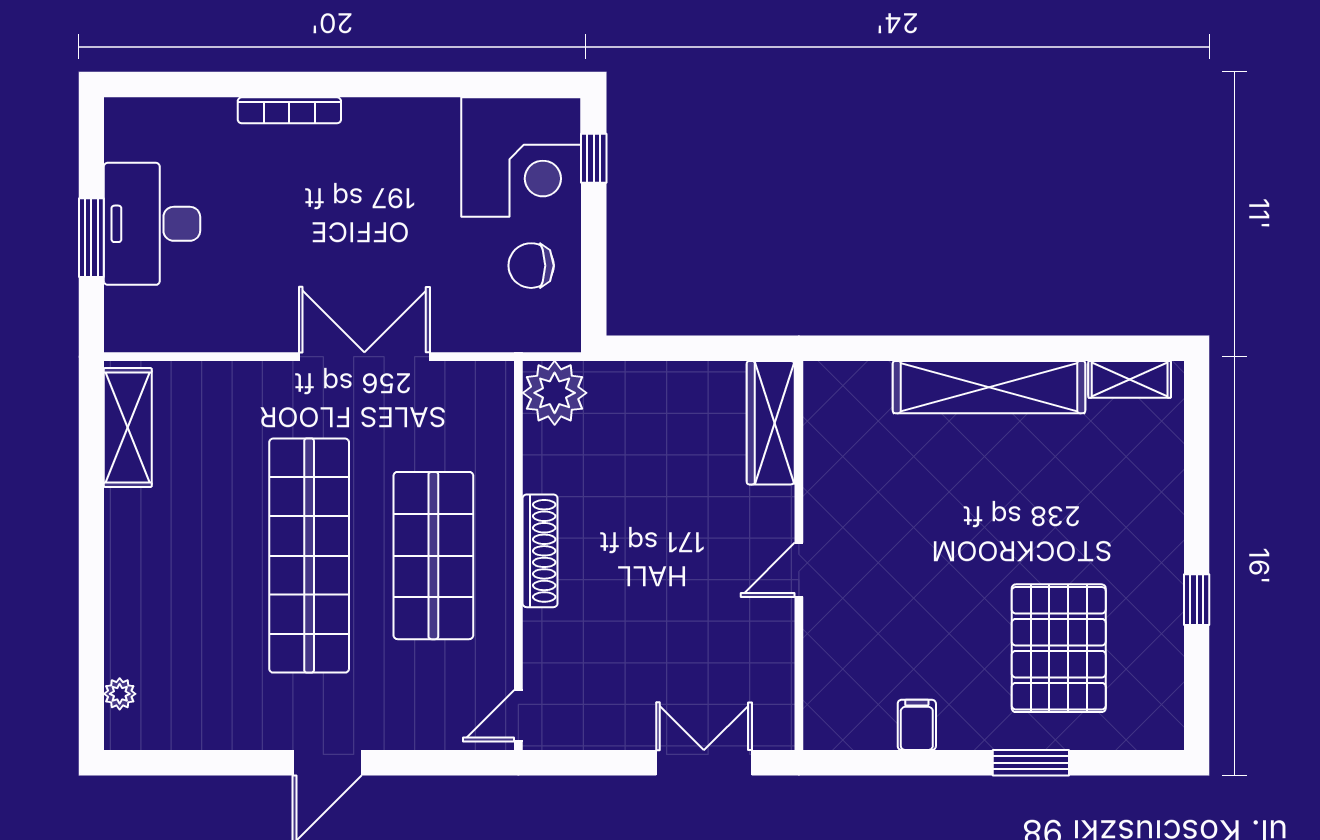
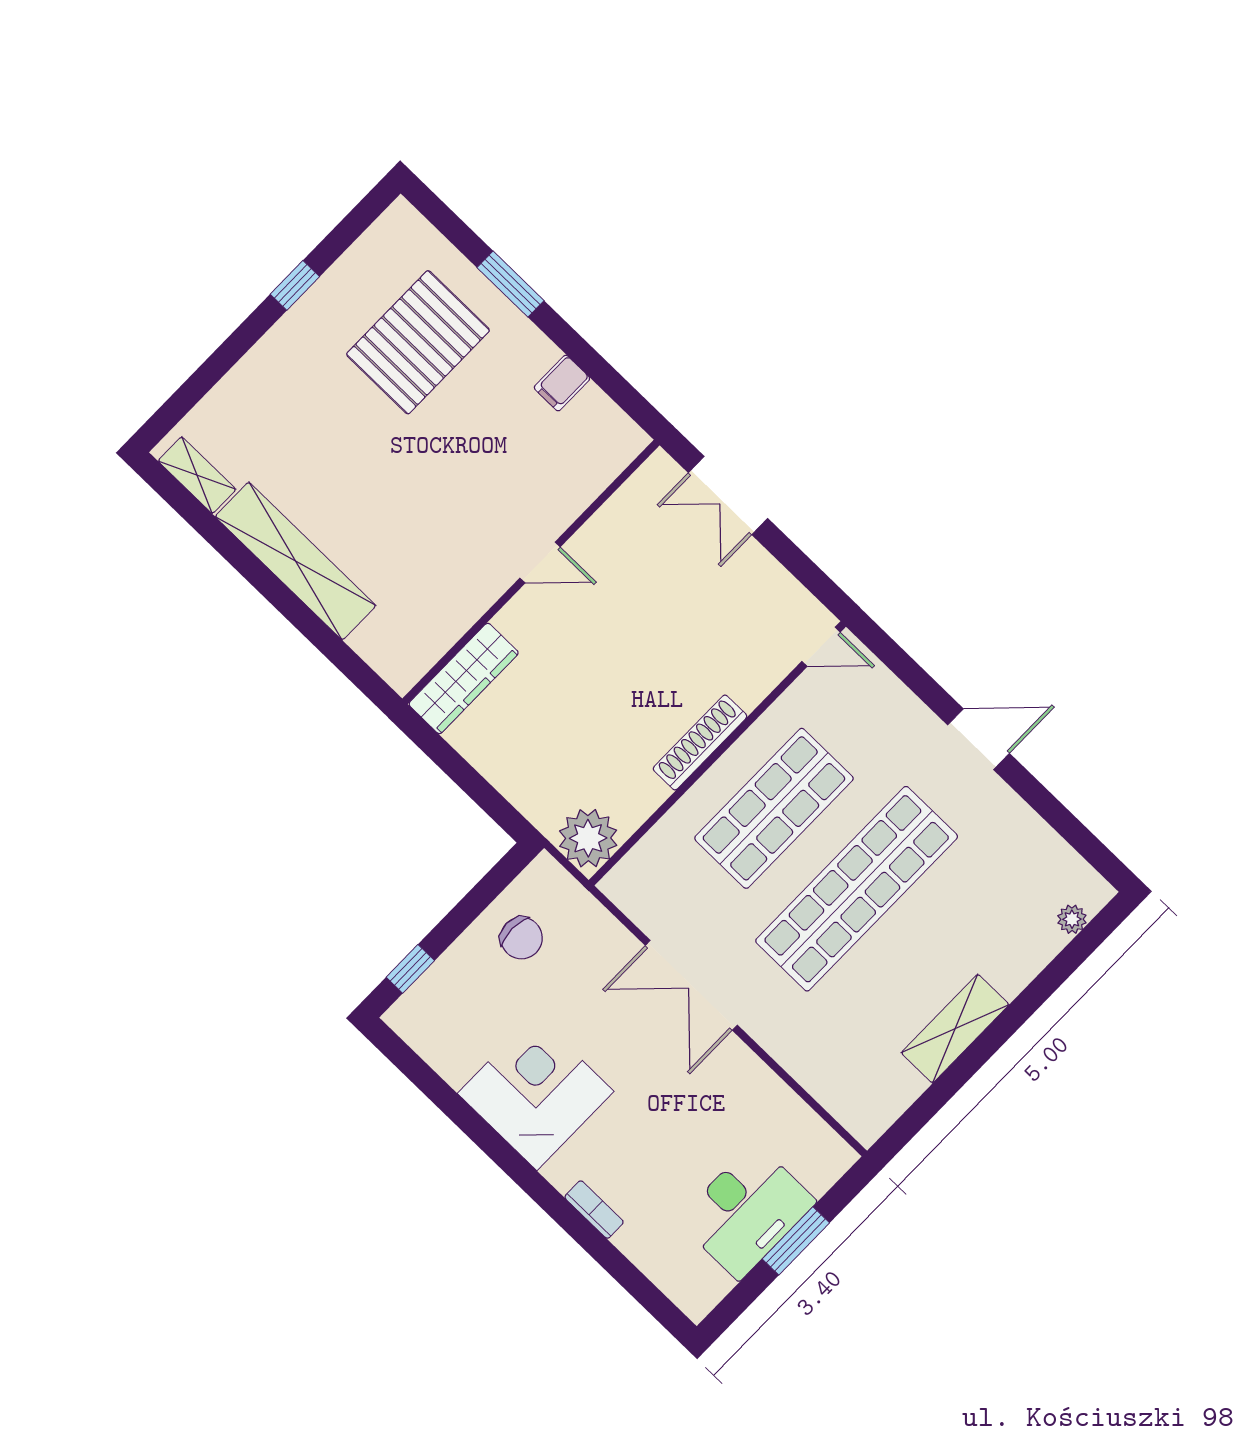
bookcase: (289, 110) -> (594, 1210), width x0.64
corner desk: (521, 157) -> (536, 1092), moved
shelving: (128, 428) -> (955, 1029), moved

